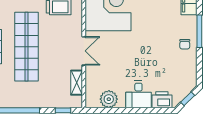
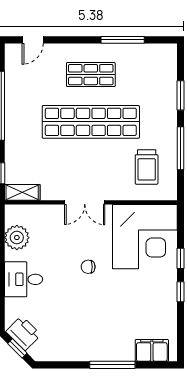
chair: (185, 44) -> (88, 267), moved
shelving: (77, 83) -> (22, 192), moved
printer: (162, 100) -> (23, 333), moved, turned -45

